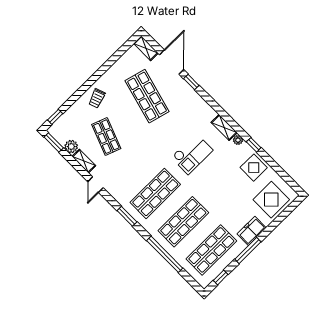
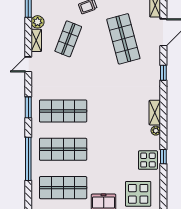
window: (191, 82) -> (163, 73), moved
shop shelf: (147, 96) -> (123, 39), turned -30
window: (254, 145) -> (163, 157), moved
checkout: (192, 154) -> (115, 109), removed

